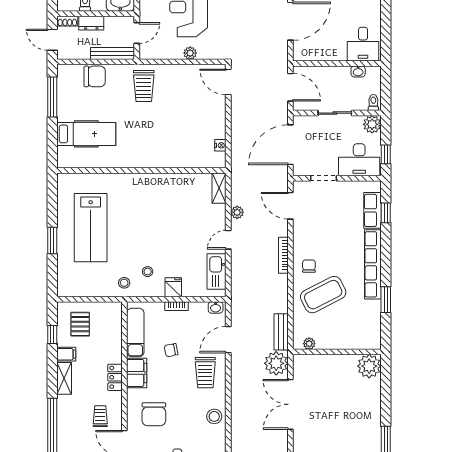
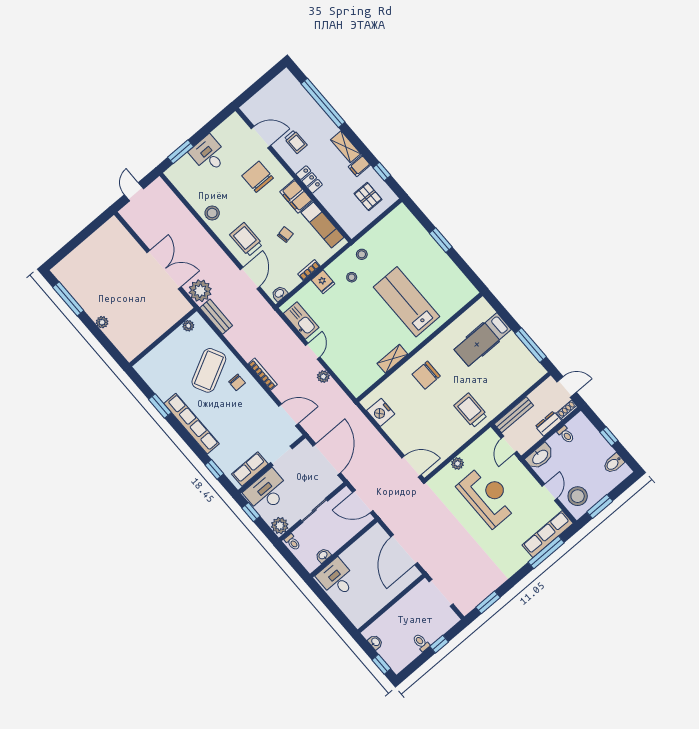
chair: (95, 76) -> (426, 375), moved
nightstand: (220, 145) -> (381, 412), width x1.89, depth x1.79
shelving: (219, 188) -> (392, 359), moved, turned 90
row of seats: (373, 210) -> (250, 469), moved, turned -90
lab bench: (91, 228) -> (406, 302), moved
plant: (369, 366) -> (102, 322), moved, width x0.53, depth x0.53

